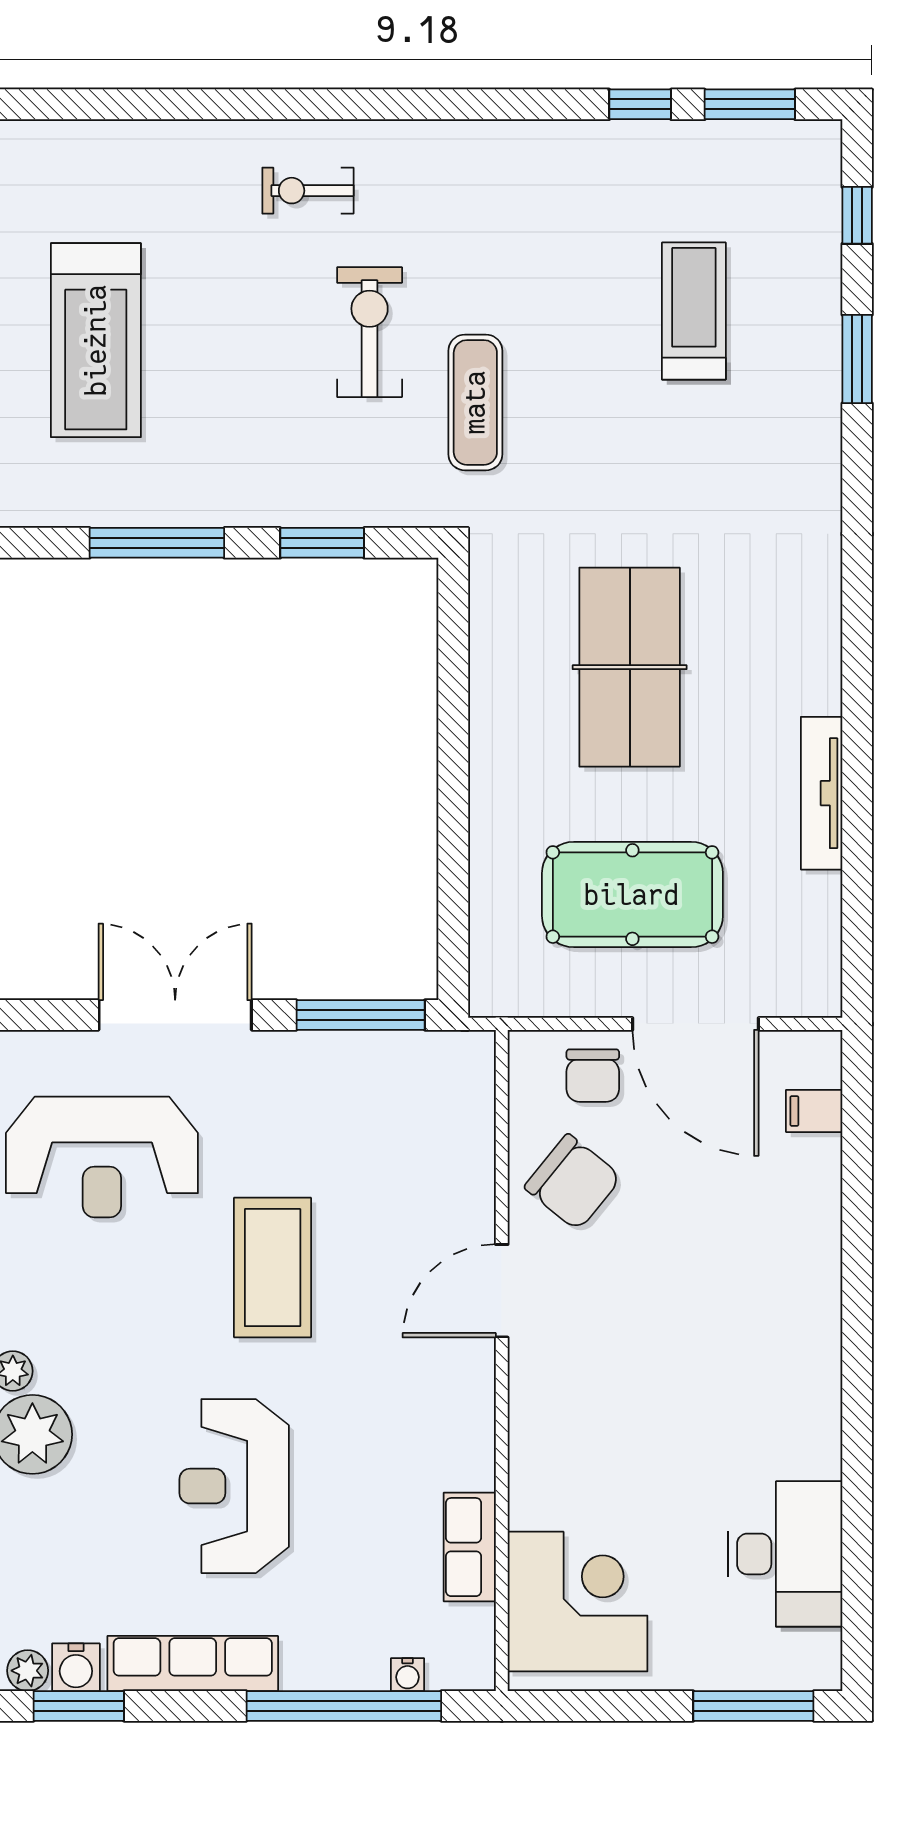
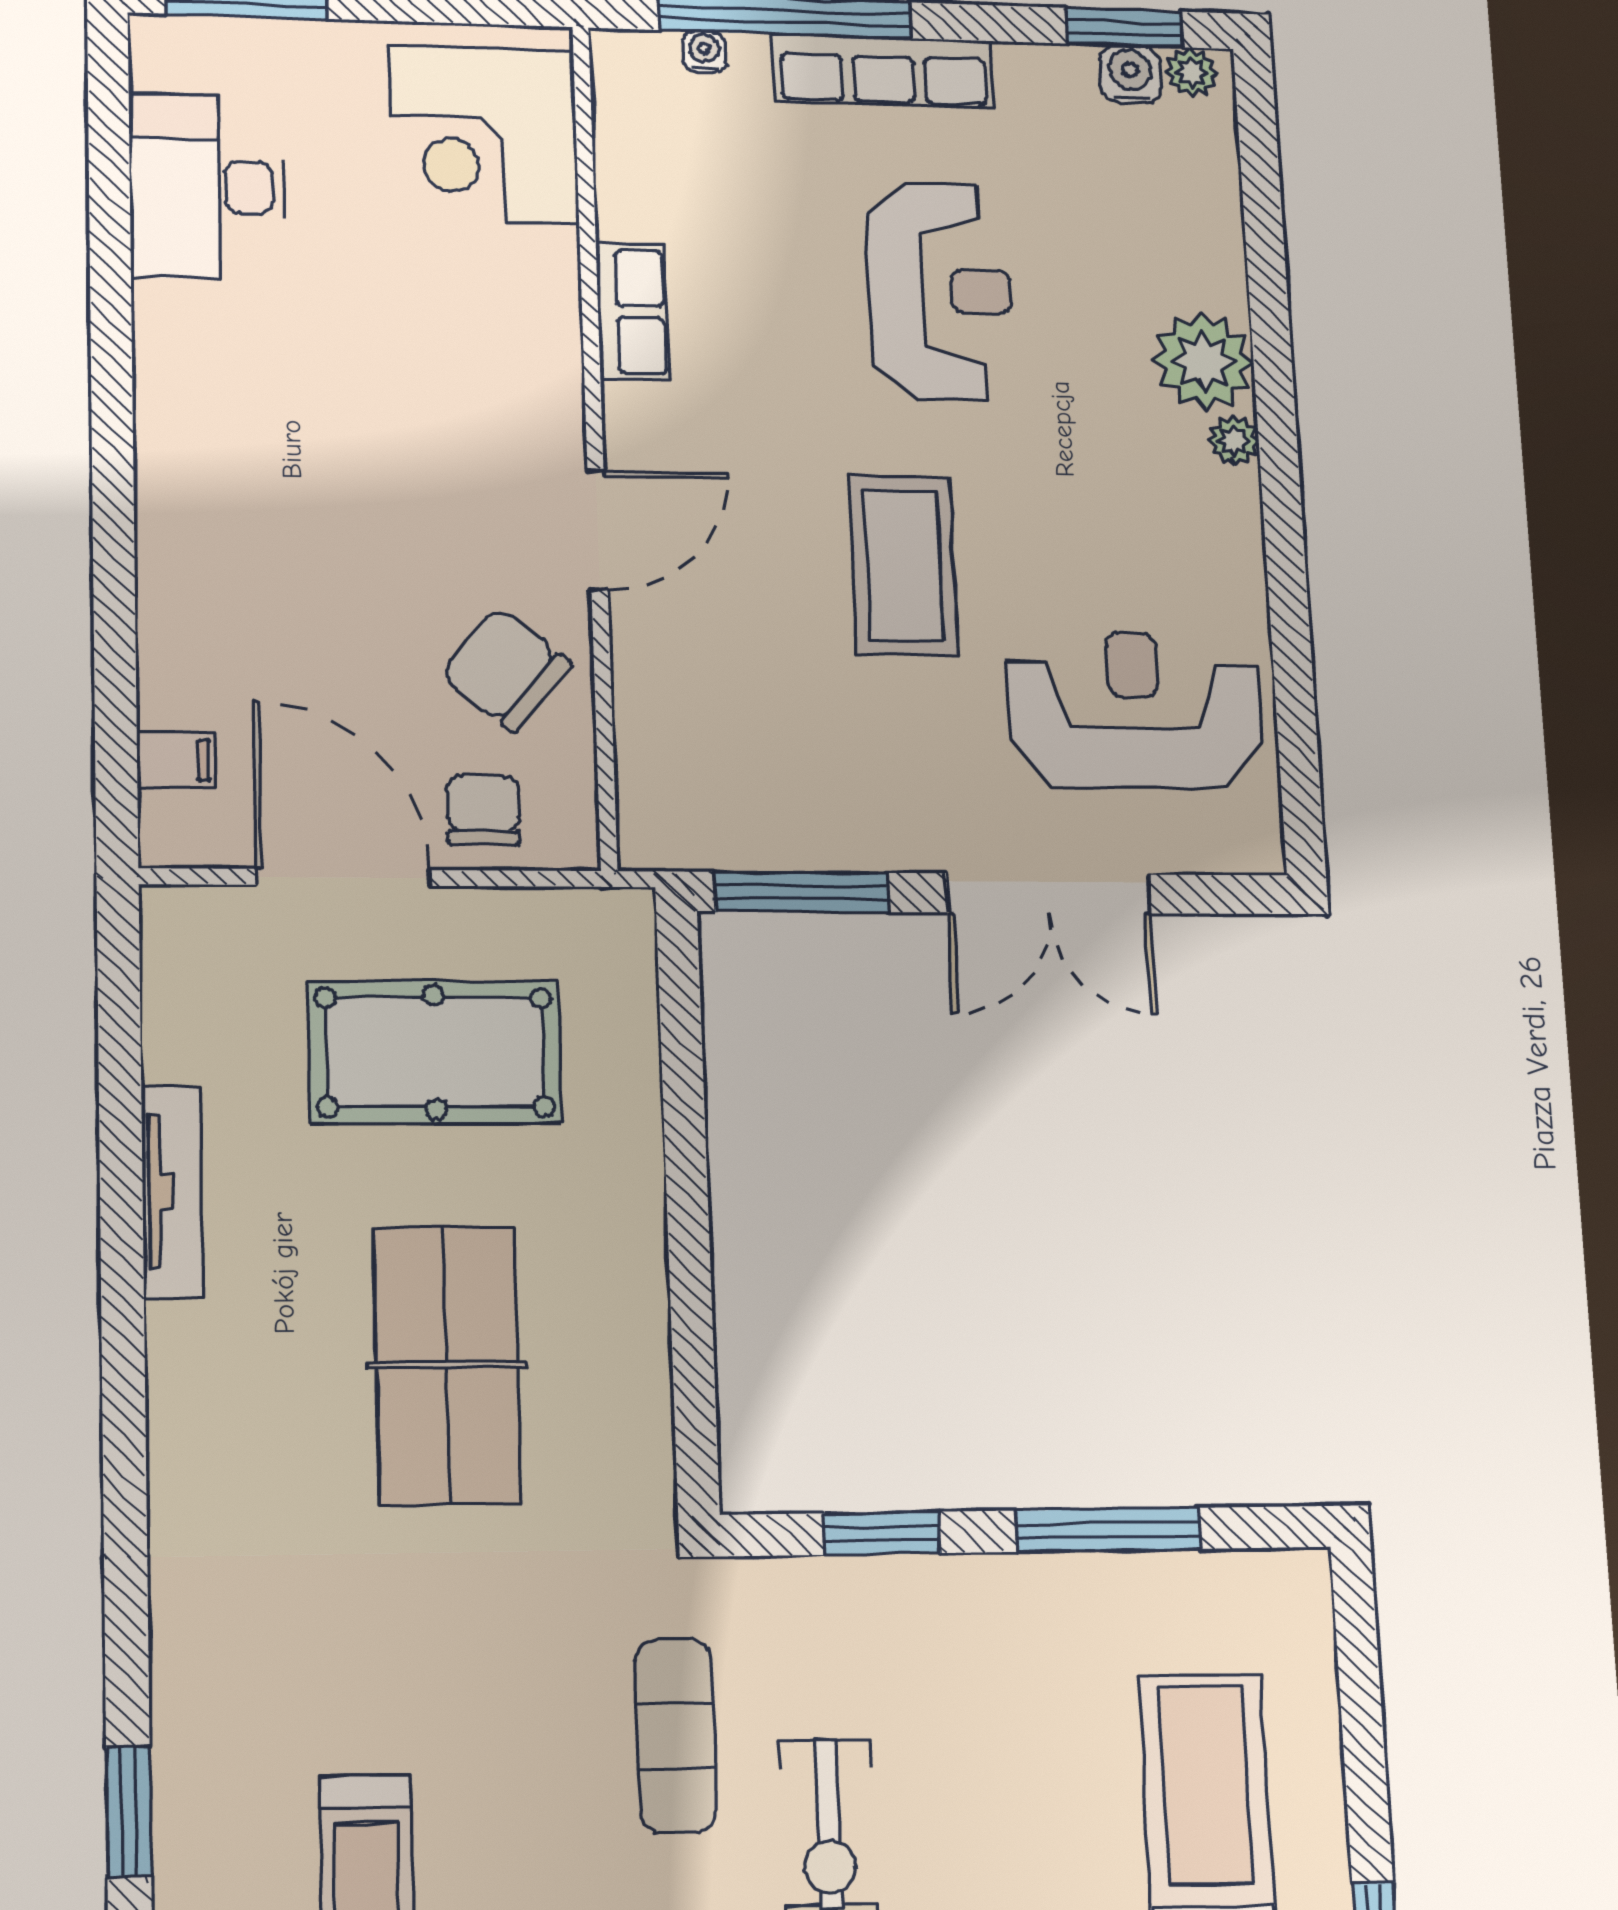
row of seats: (470, 1547) -> (632, 312), moved
row of seats: (193, 1664) -> (883, 71), moved

